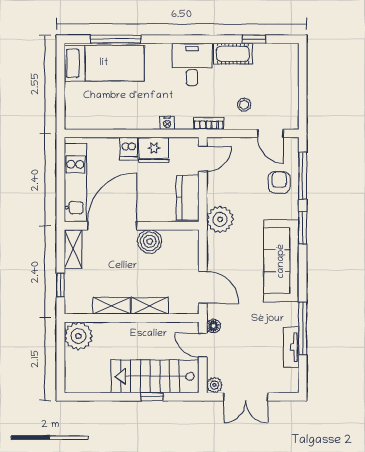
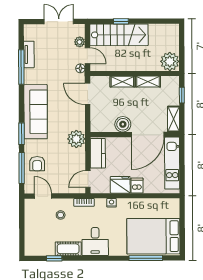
bed: (104, 63) -> (153, 236), width x1.50
plant: (214, 385) -> (80, 42), moved

